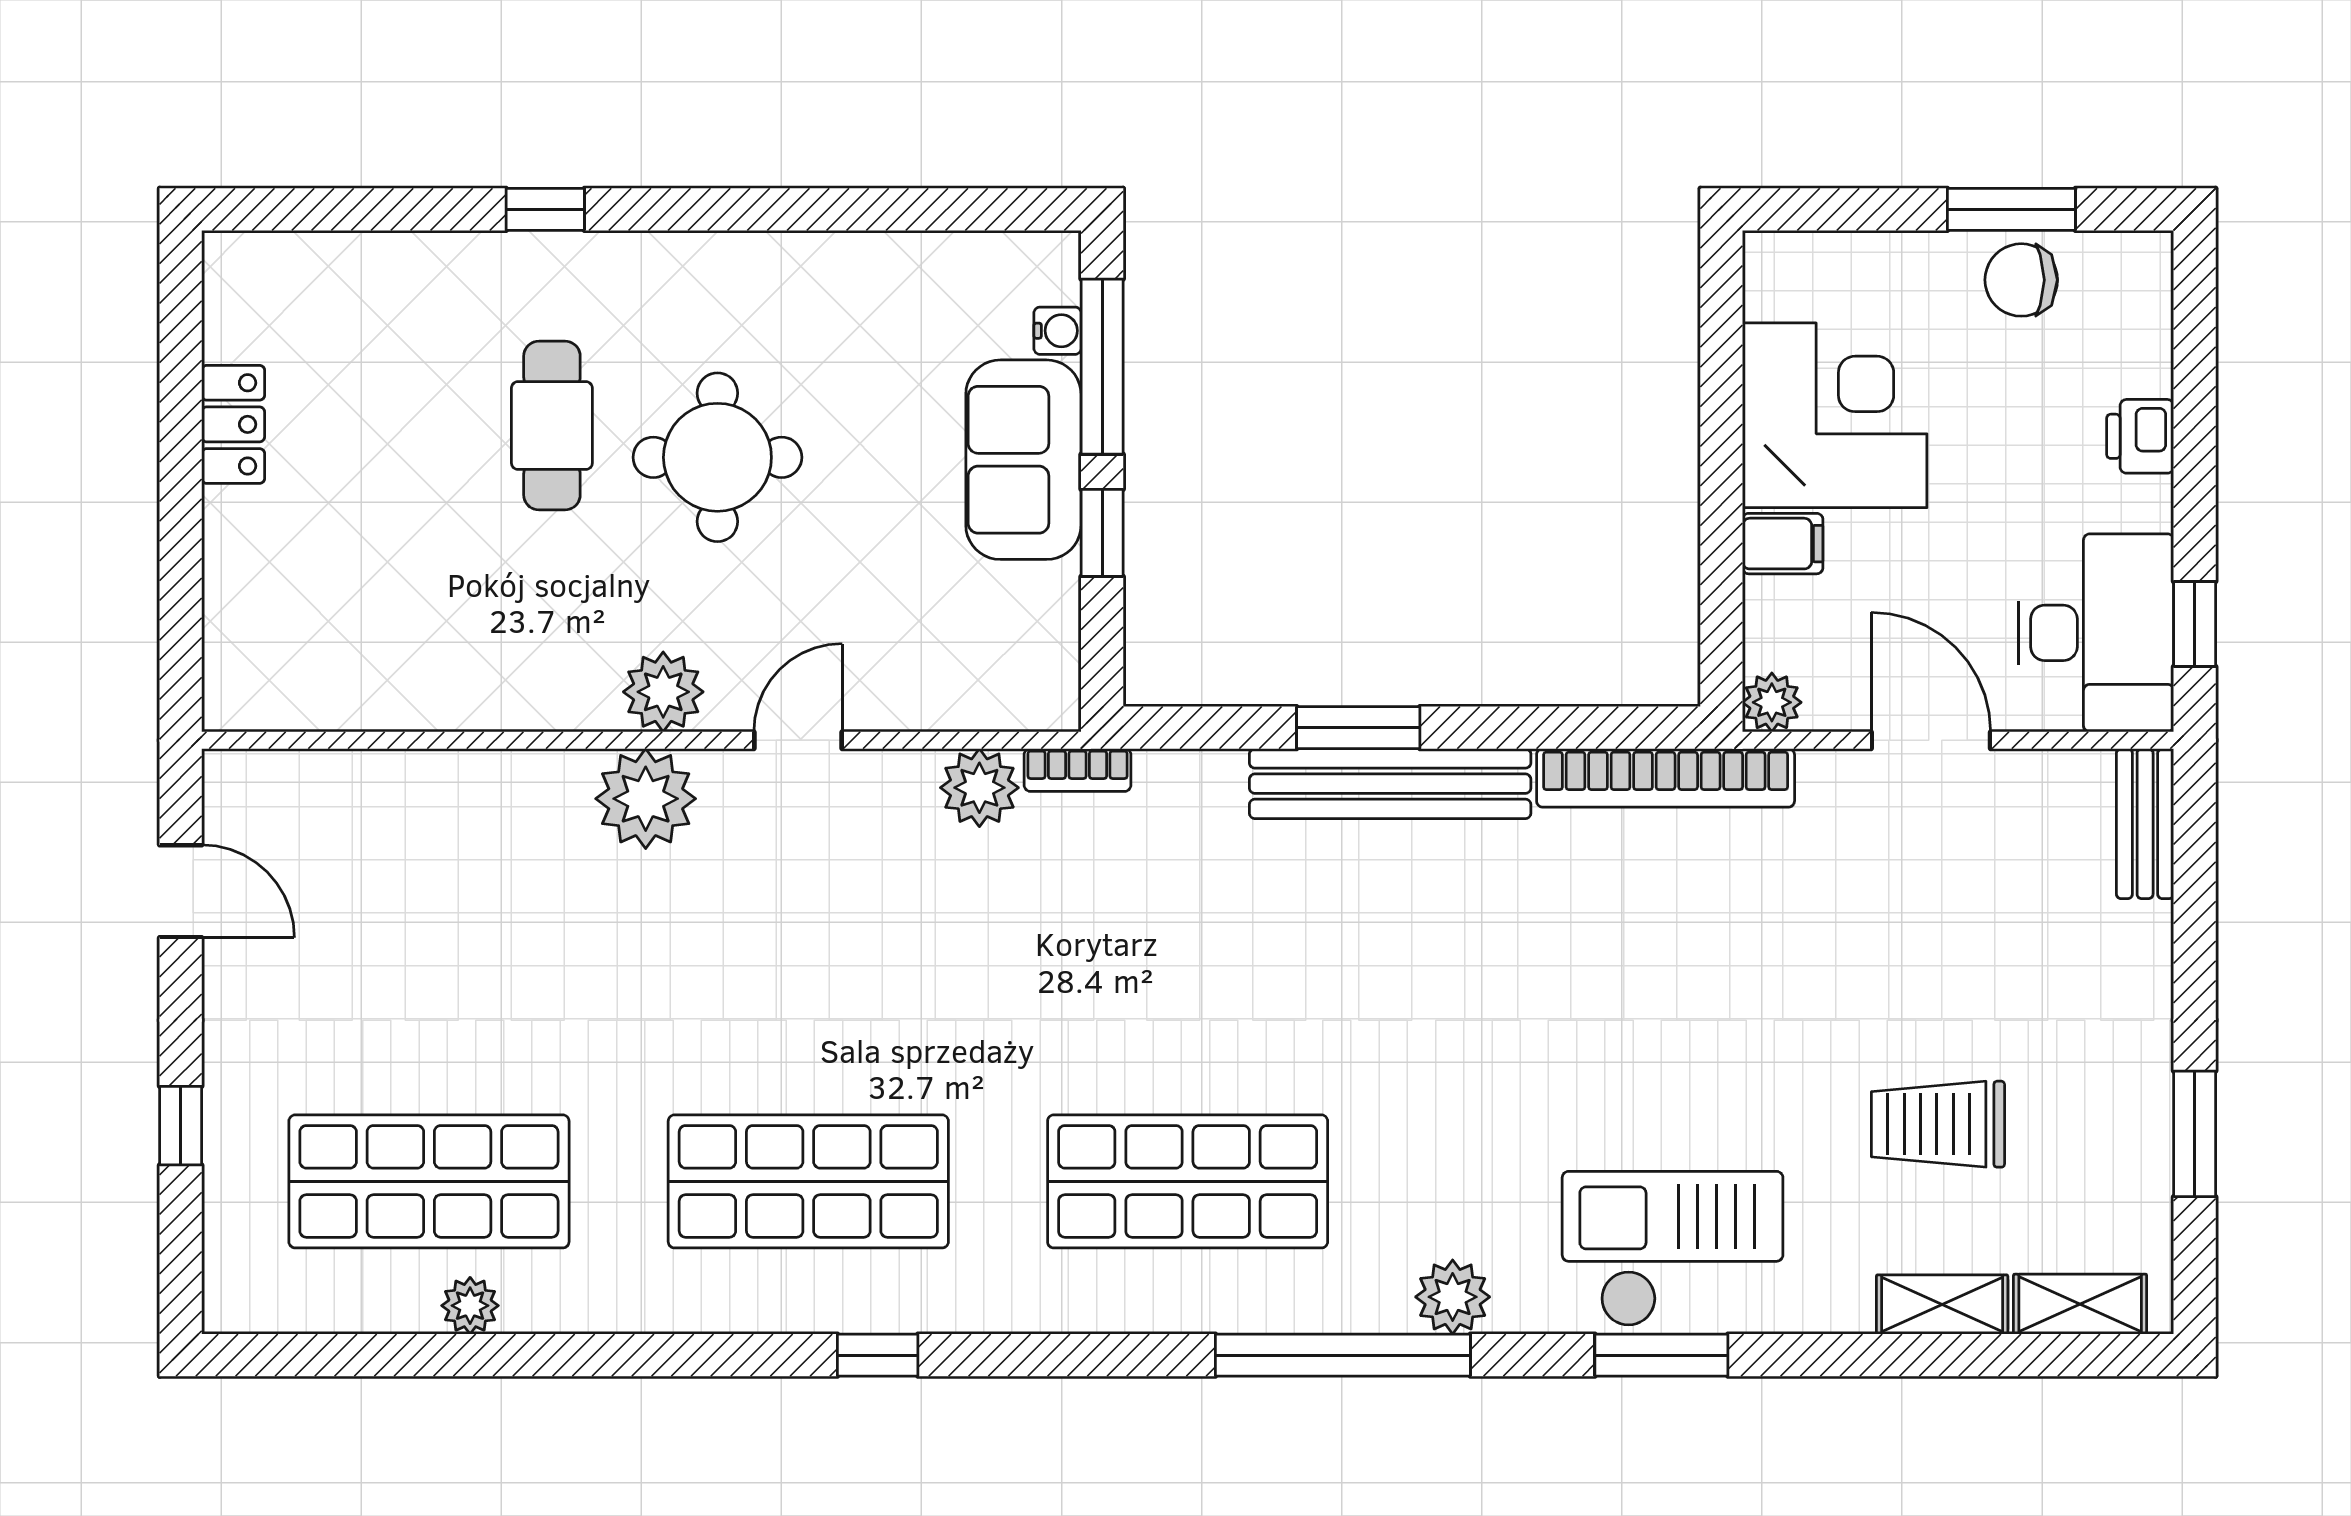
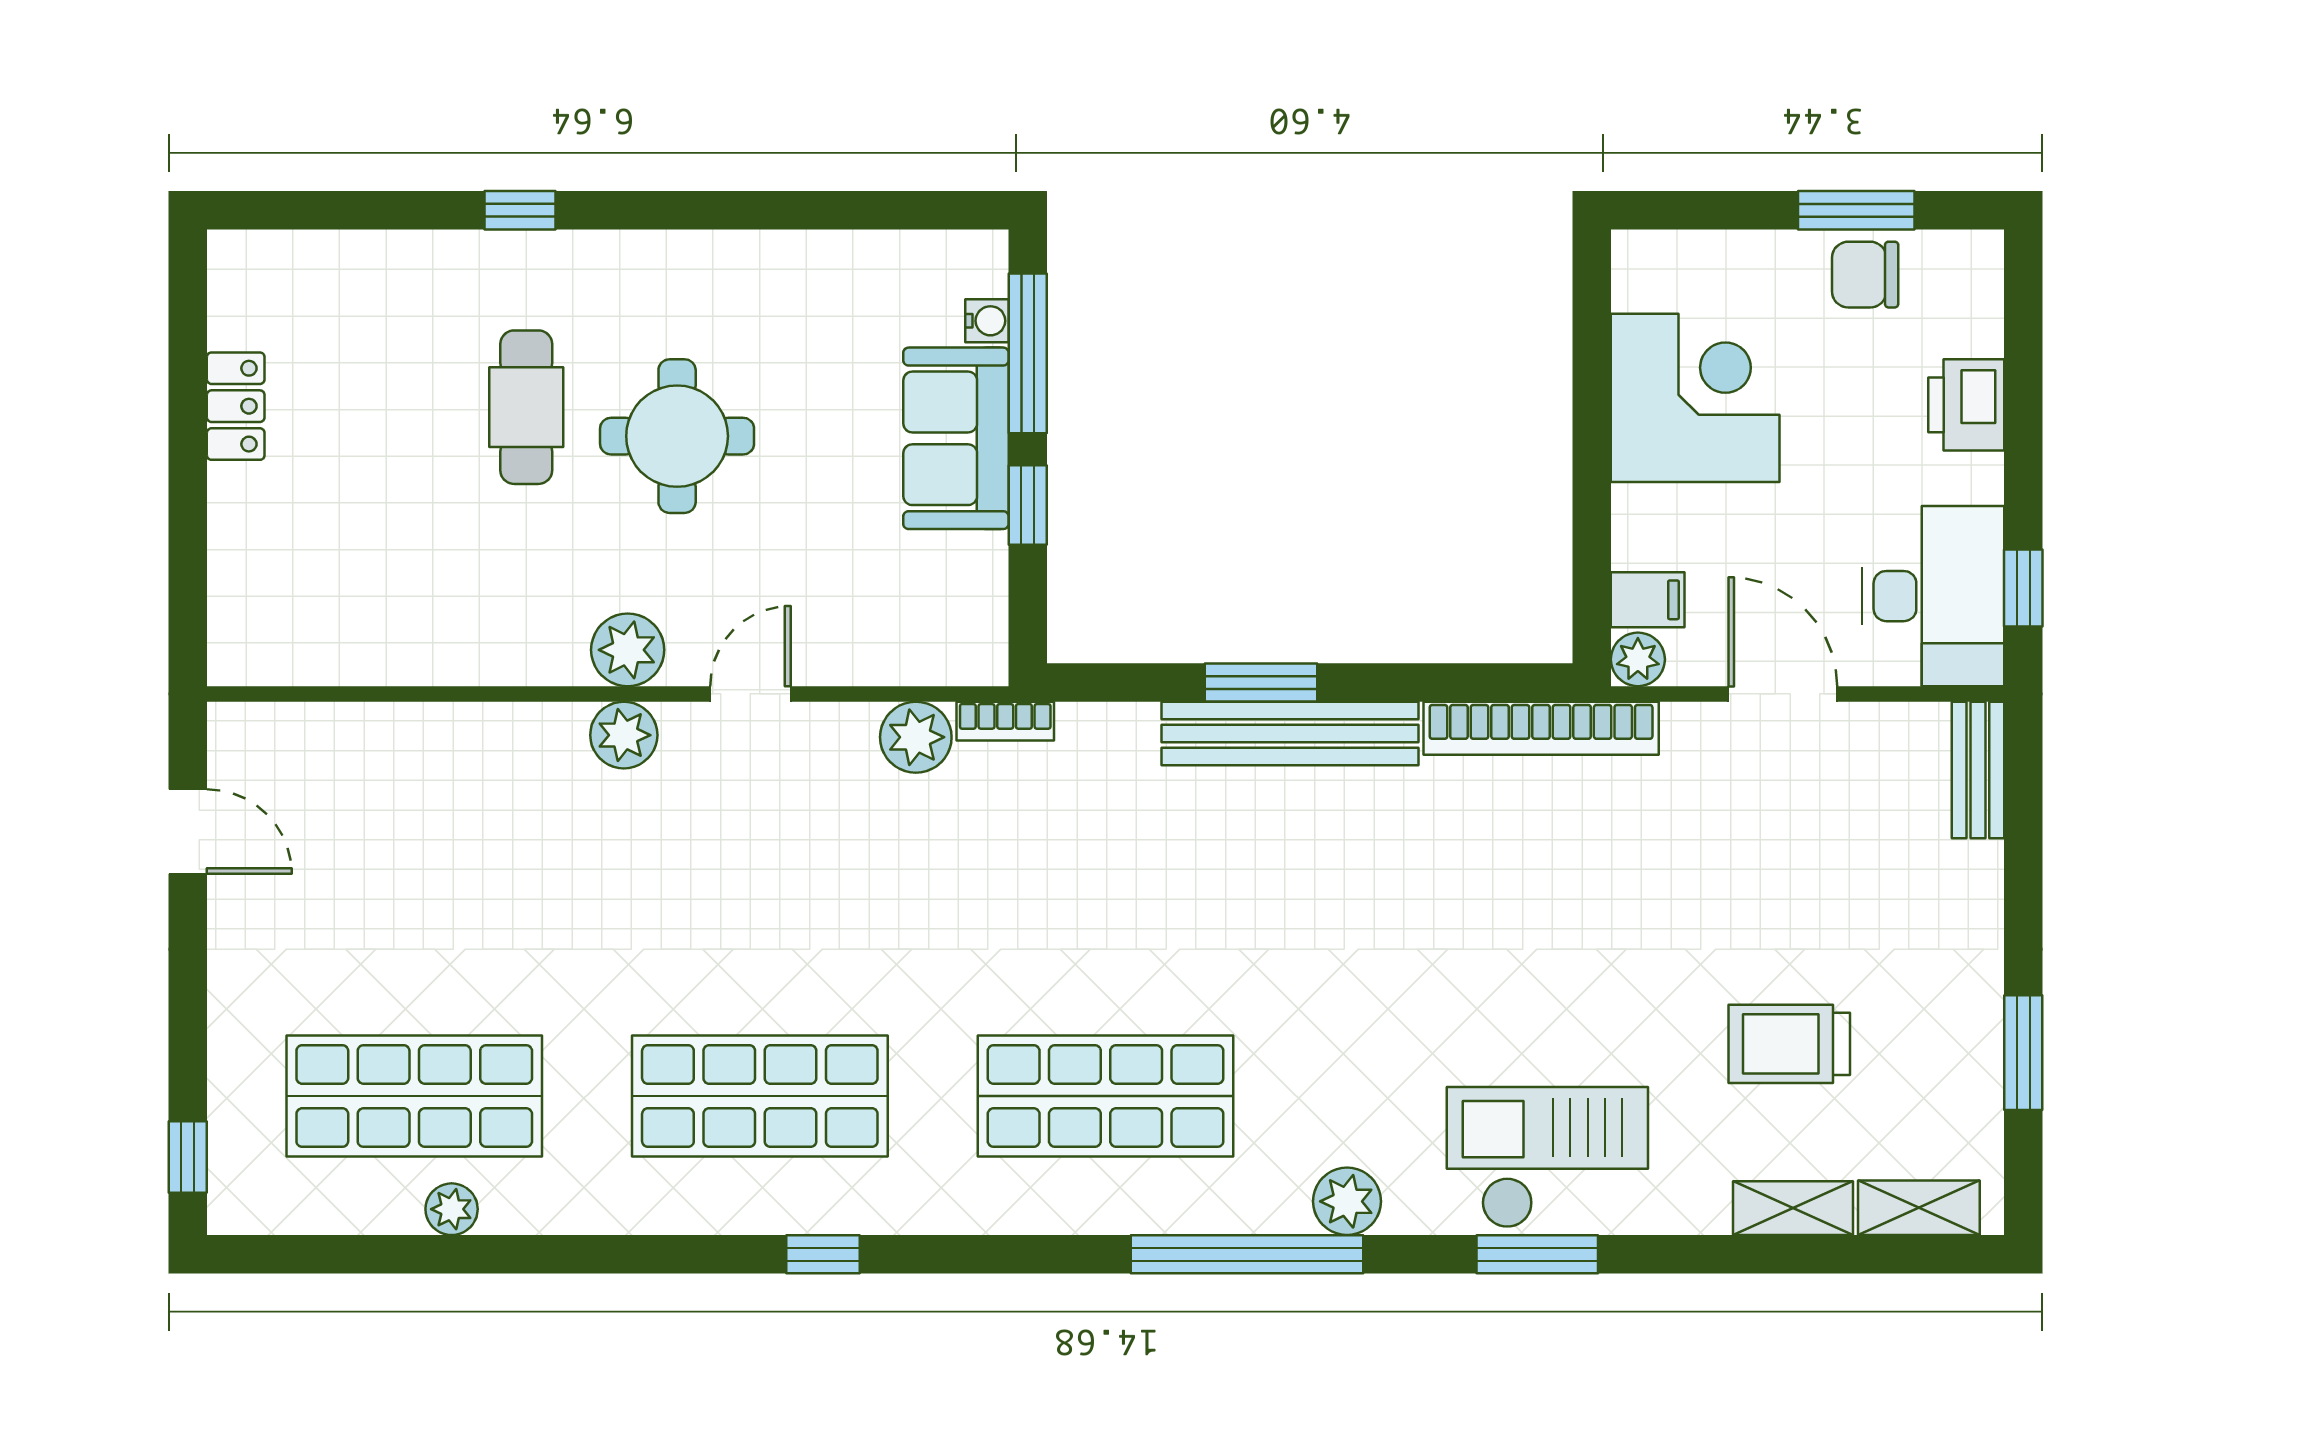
printer: (2140, 436) -> (1966, 405), width x1.36, depth x1.24
filing cabinet: (1783, 544) -> (1648, 600), moved
plant: (646, 799) -> (624, 735), width x0.73, depth x0.73
window: (181, 1126) -> (188, 1157), moved

